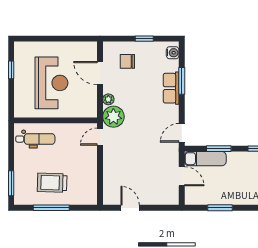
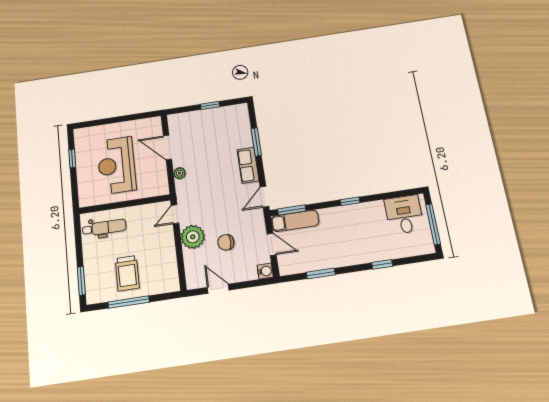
water cooler: (173, 53) -> (265, 271), moved
chair: (127, 61) -> (226, 242), moved
reception desk: (51, 83) -> (116, 165), turned 180
row of seats: (171, 88) -> (248, 165), moved
plant: (113, 117) -> (193, 237), moved
window: (219, 149) -> (292, 210), moved
trolley: (52, 183) -> (127, 273), turned -92

